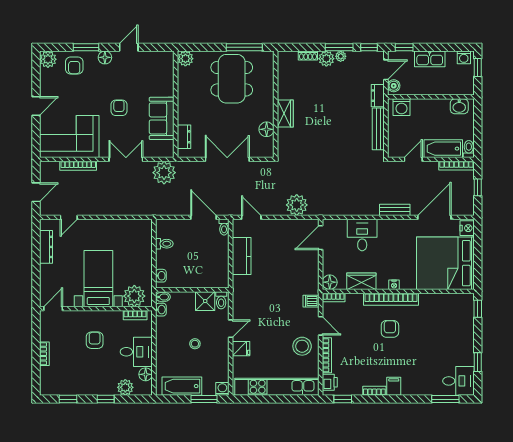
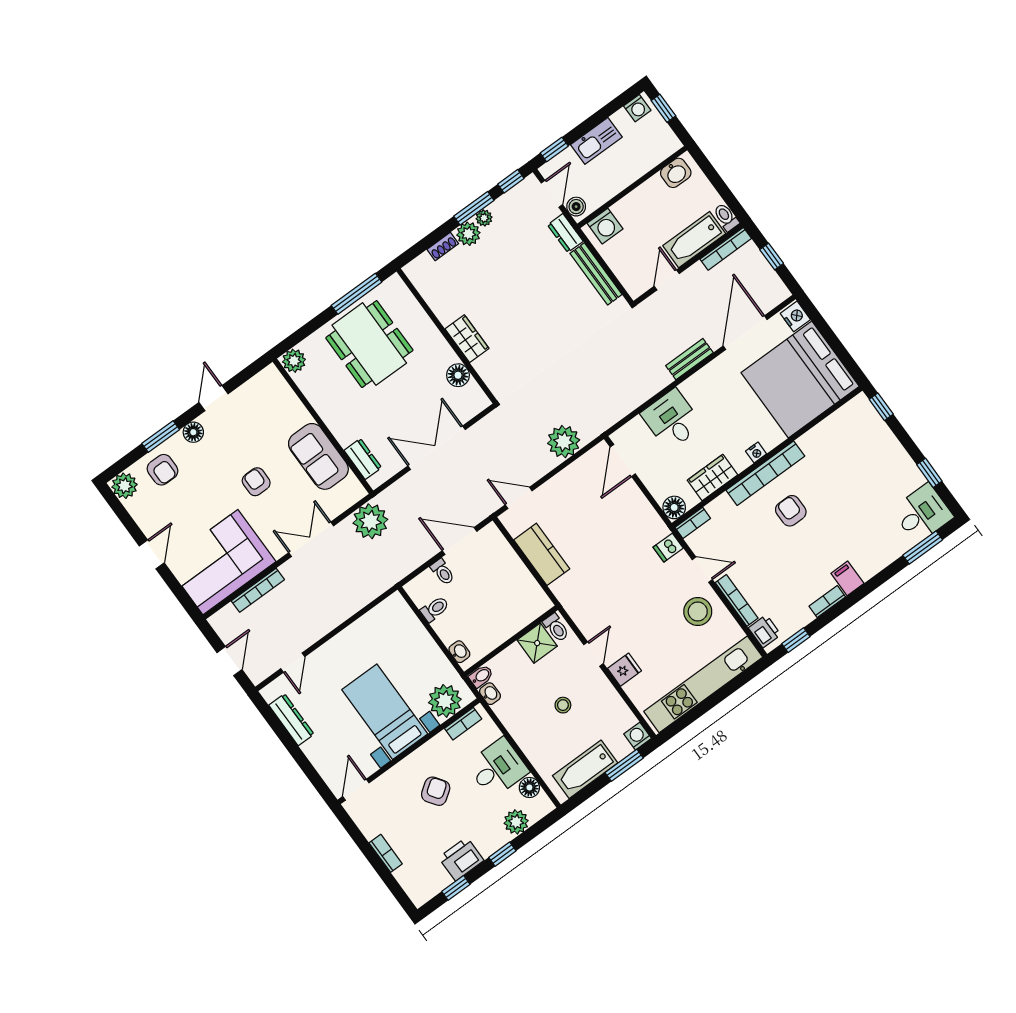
toilet: (224, 227) -> (443, 572), moved
armchair: (95, 340) -> (436, 791), turned 55
printer: (82, 386) -> (461, 859), added

